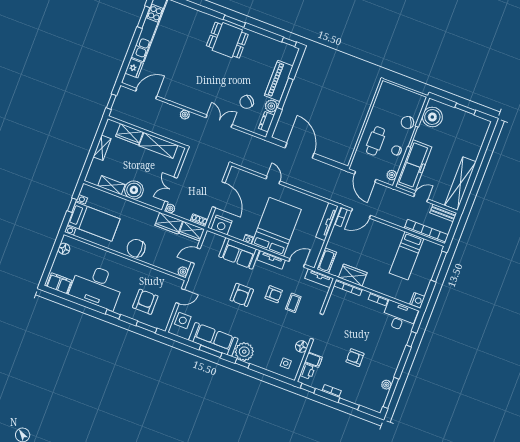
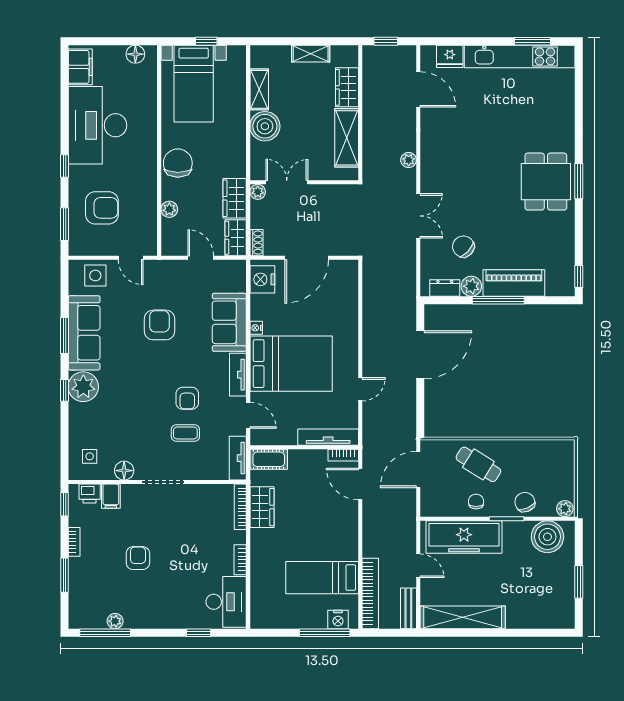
cafe table: (376, 141) -> (478, 464), turned 32
plant: (392, 175) -> (565, 509), moved
door: (273, 180) -> (360, 389), moved
plant: (183, 272) -> (169, 209), moved
armchair: (242, 295) -> (159, 325), moved, turned 90
nightstand: (417, 300) -> (338, 620), moved

